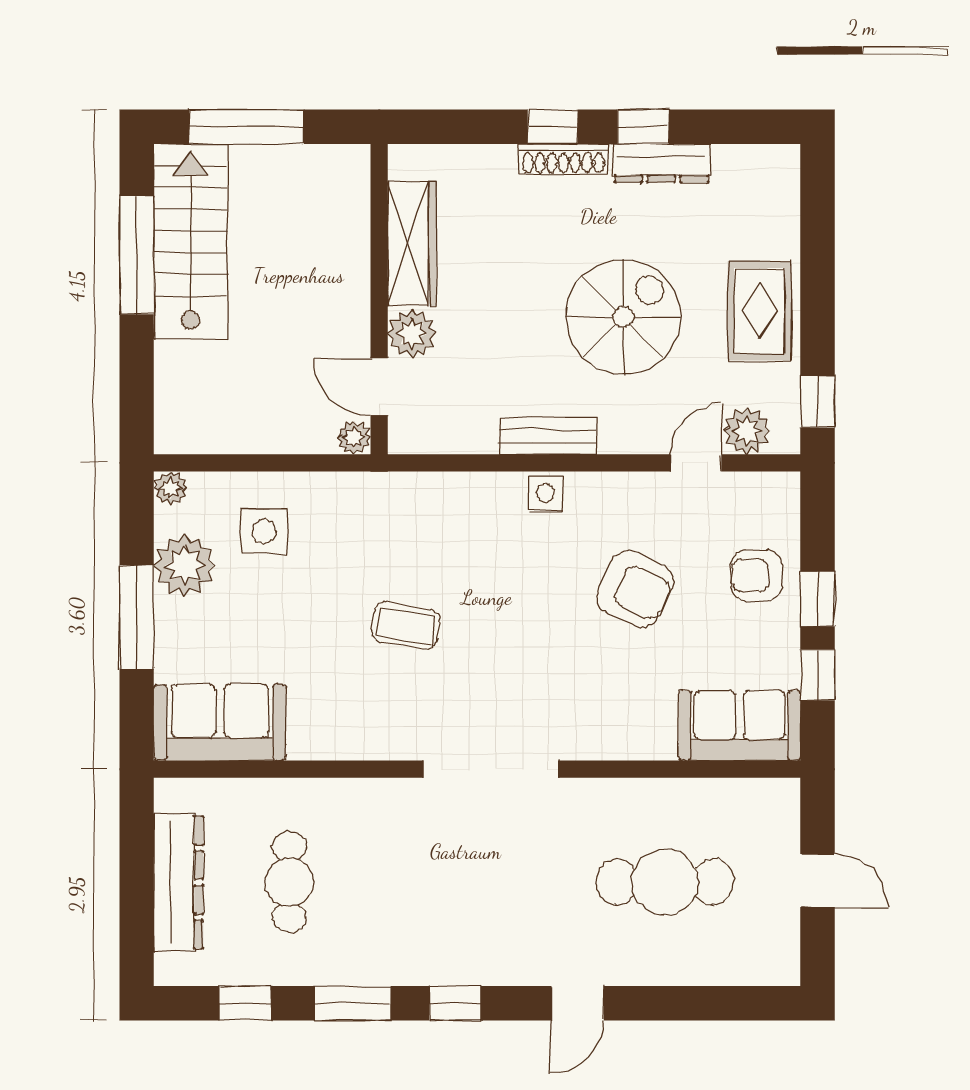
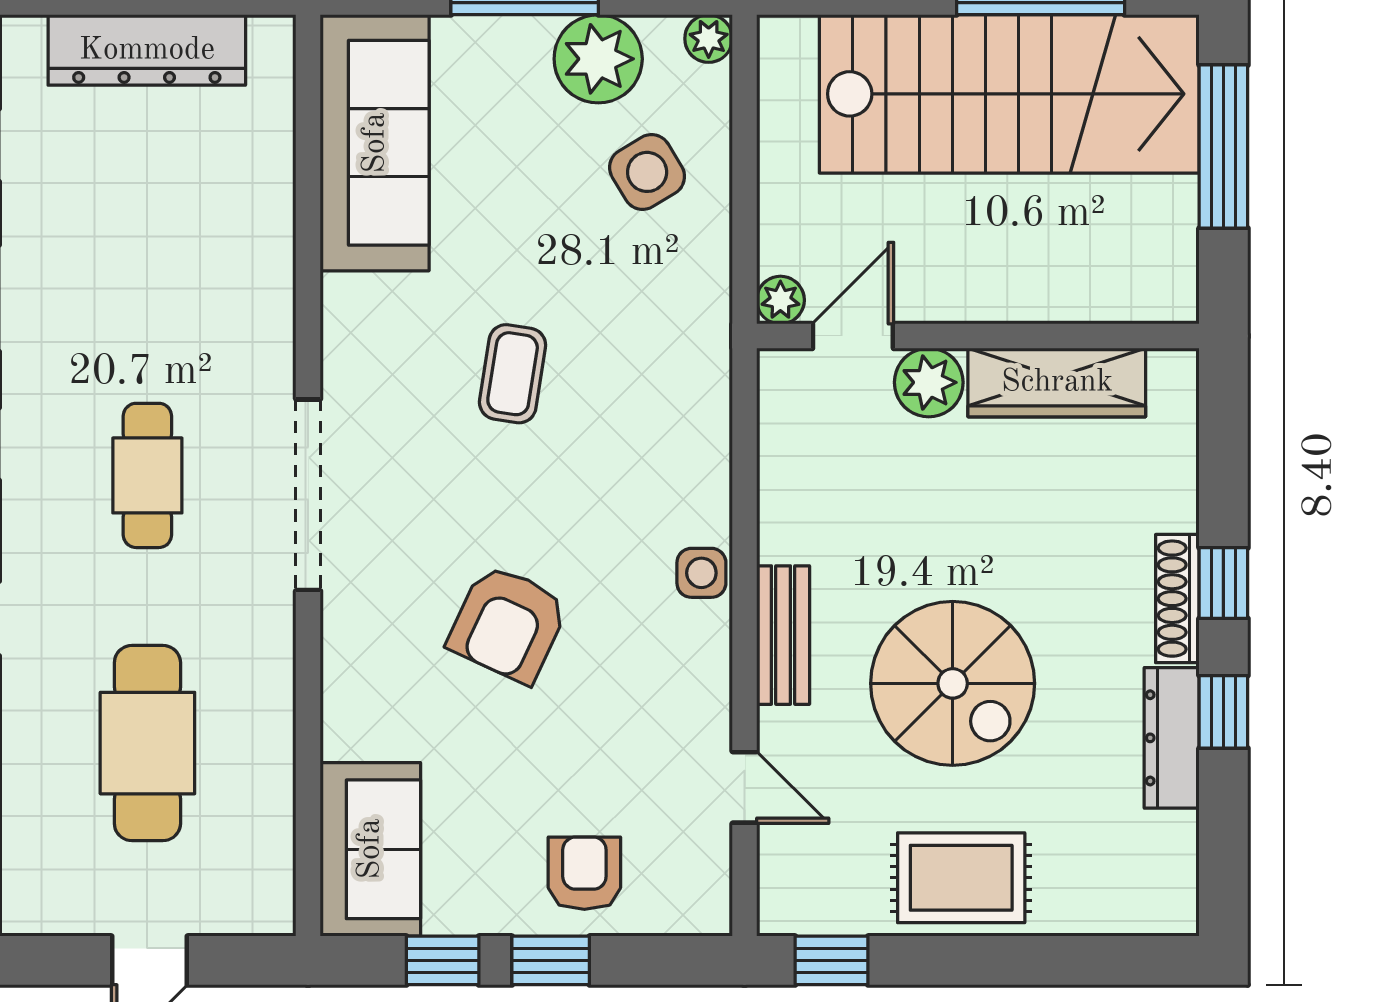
stairs: (191, 242) -> (1009, 94), width x1.36, depth x1.51
plant: (747, 431) -> (790, 860), removed
bench: (548, 436) -> (783, 635), moved
side table: (264, 531) -> (647, 172), turned -31
armchair: (635, 589) -> (508, 624), moved
sofa: (220, 723) -> (375, 143), width x1.36
cafe table: (289, 882) -> (147, 475), moved, turned 90

